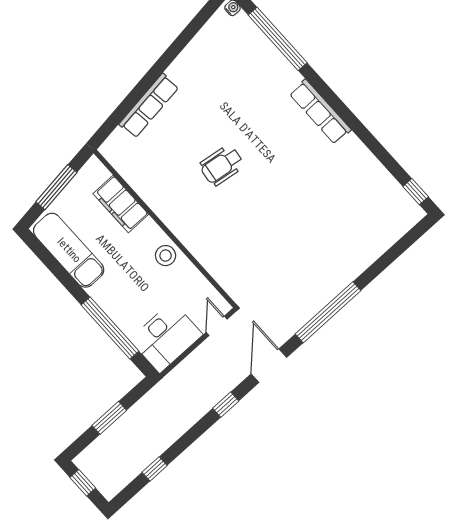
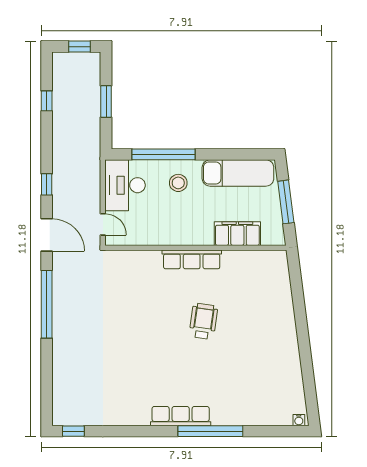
window: (278, 39) -> (210, 431), moved
row of seats: (149, 106) -> (192, 259), moved, turned -83
stool: (166, 256) -> (178, 183), moved

